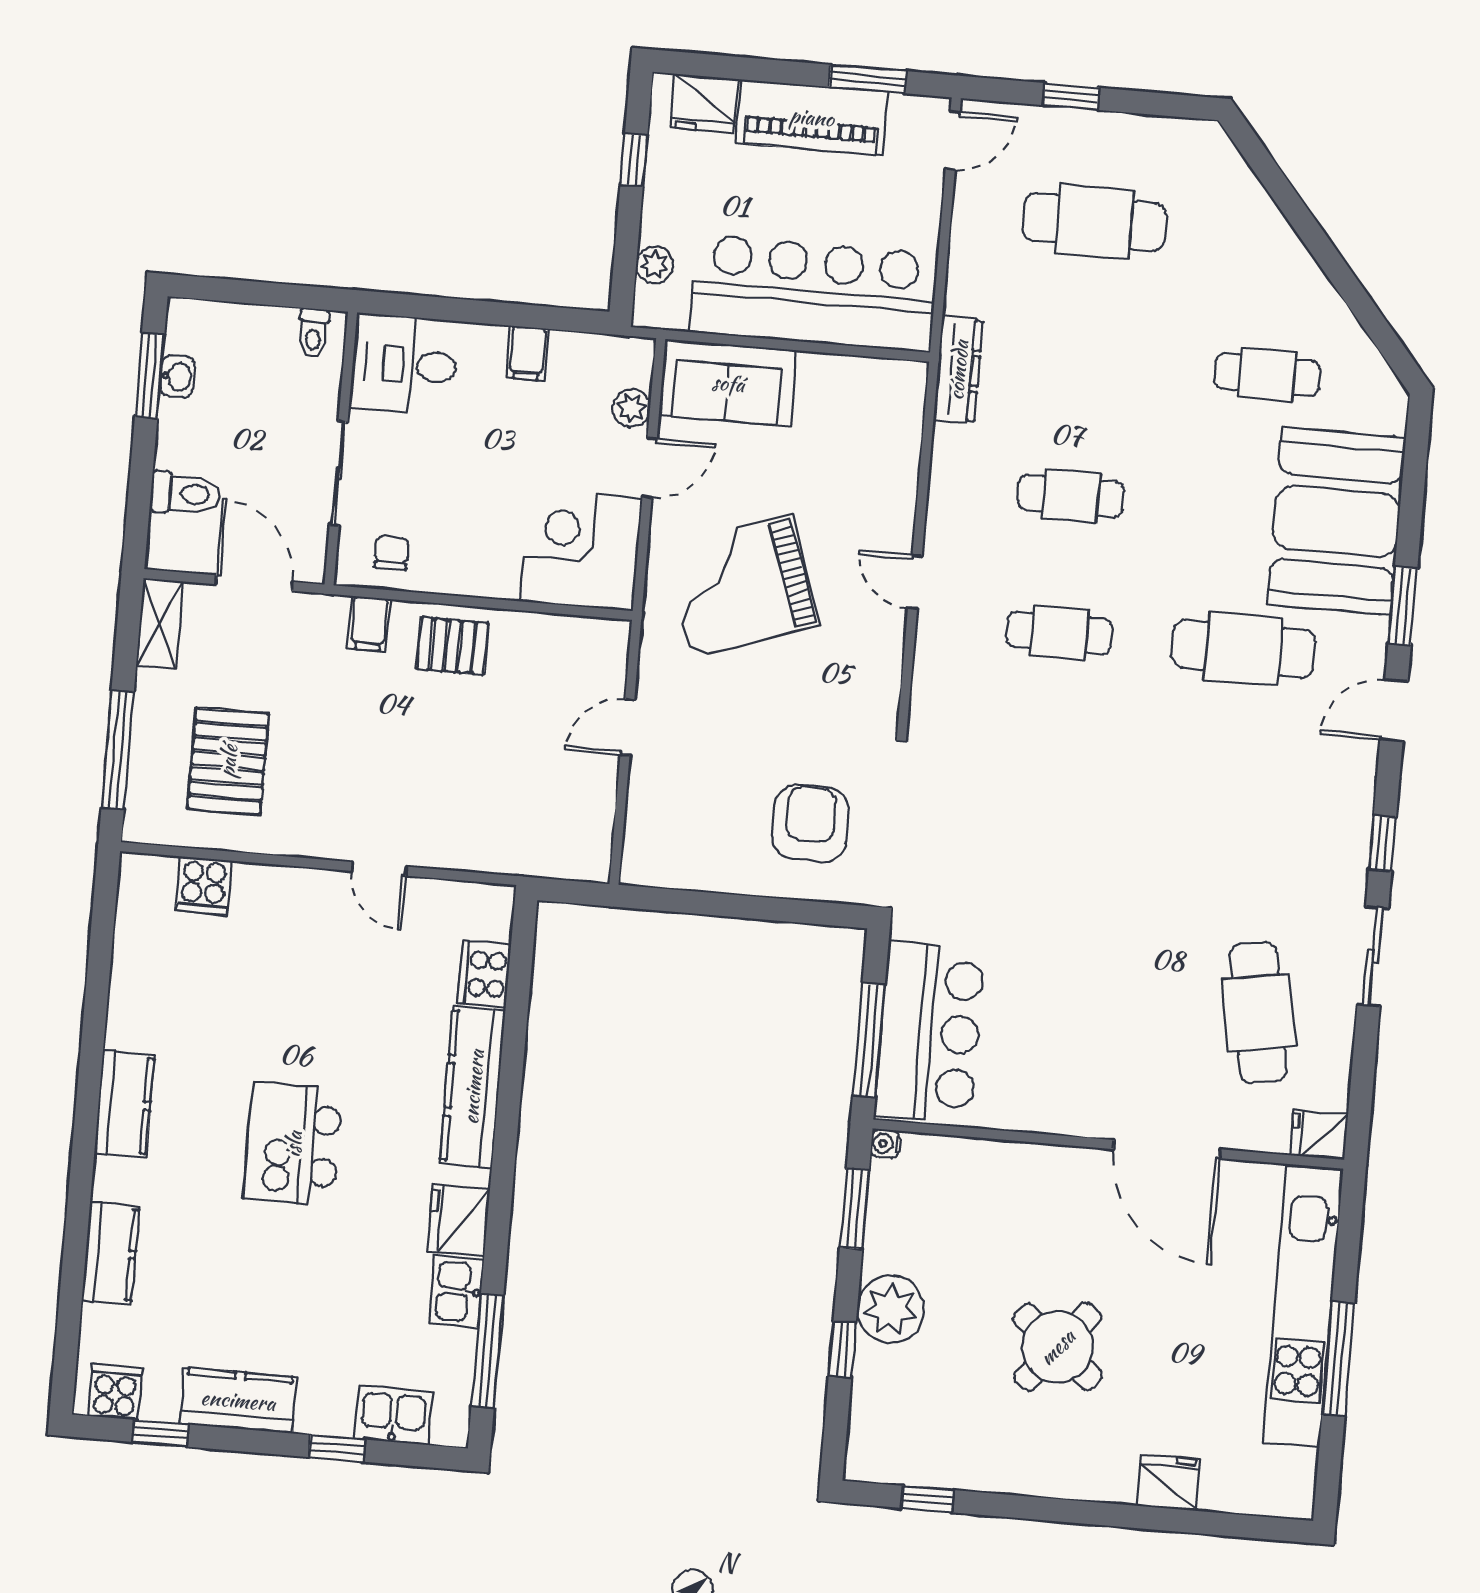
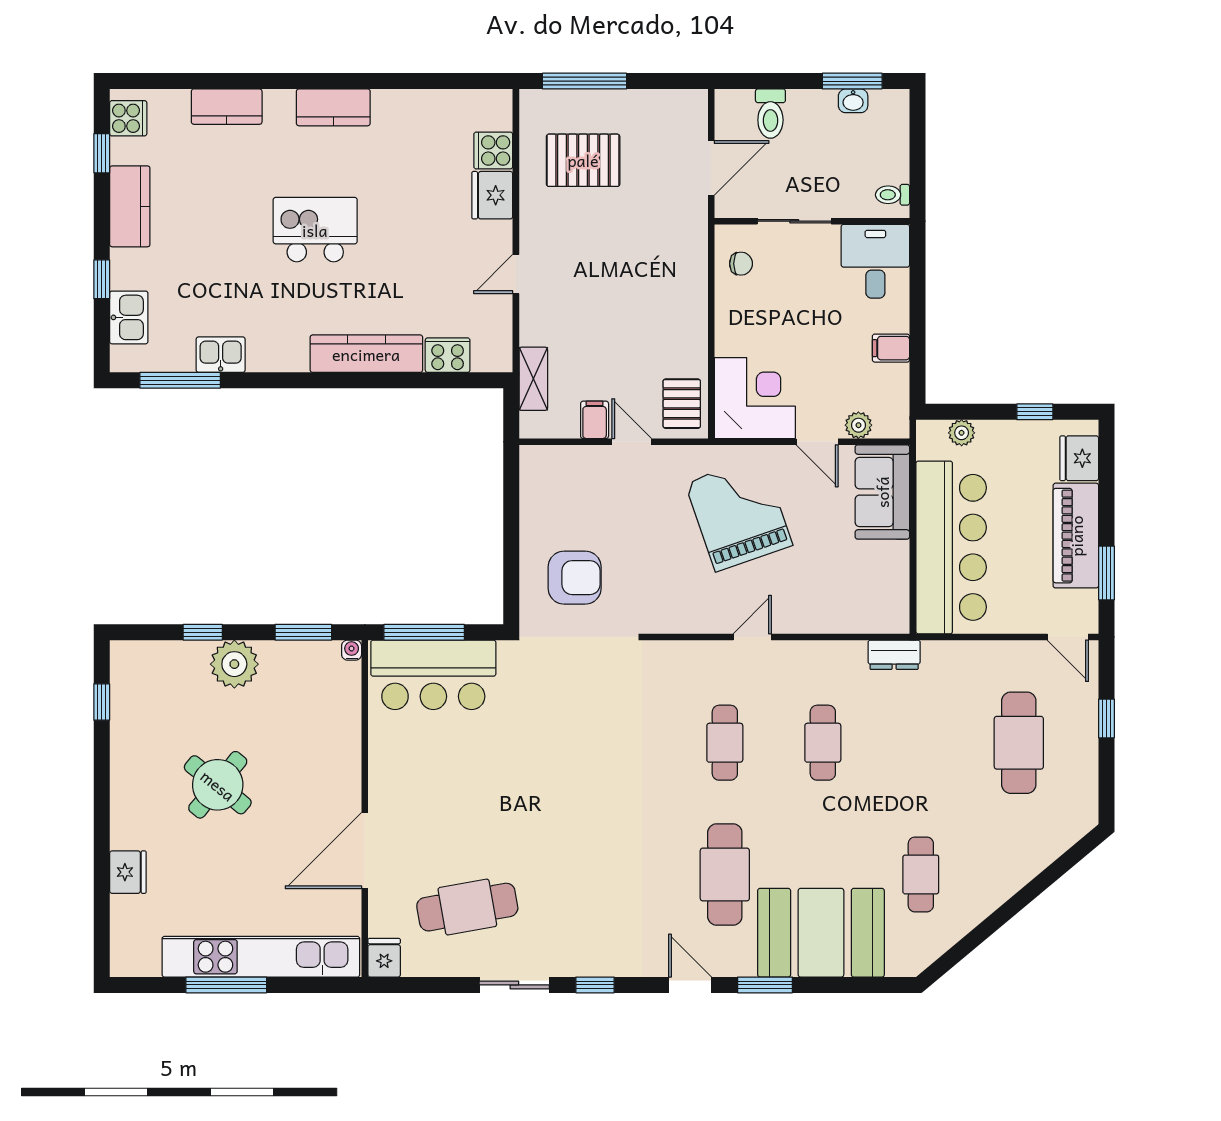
dresser: (958, 370) -> (894, 655), width x0.70
shelving: (159, 624) -> (533, 379), moved, turned 90
filing cabinet: (369, 624) -> (595, 420), moved, turned 90
pallet: (453, 646) -> (682, 404), moved
fridge: (459, 1220) -> (492, 195), moved, turned -90

